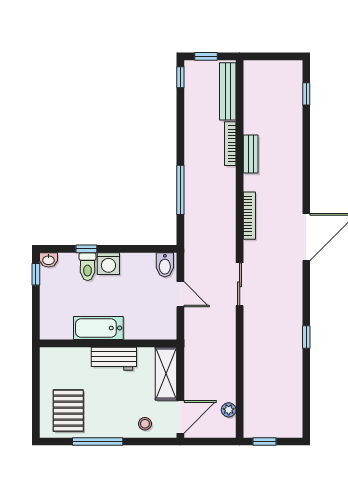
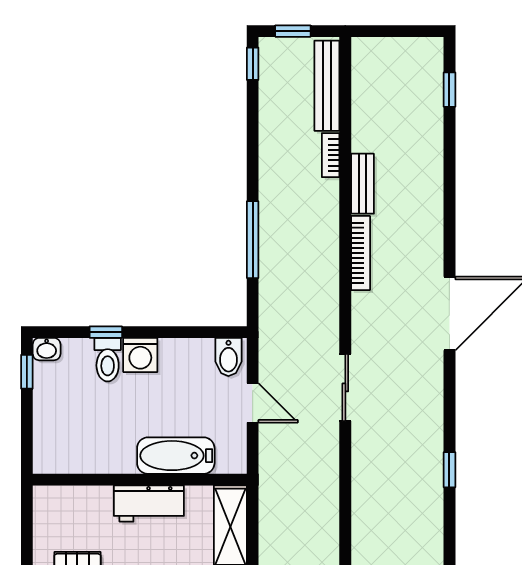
bookcase: (230, 144) -> (331, 155), width x0.64
bookcase: (249, 216) -> (361, 253), moved
bathtub: (98, 328) -> (176, 456), moved

